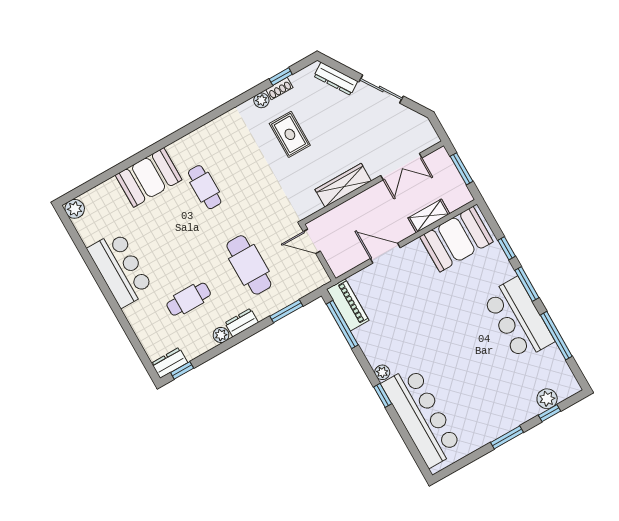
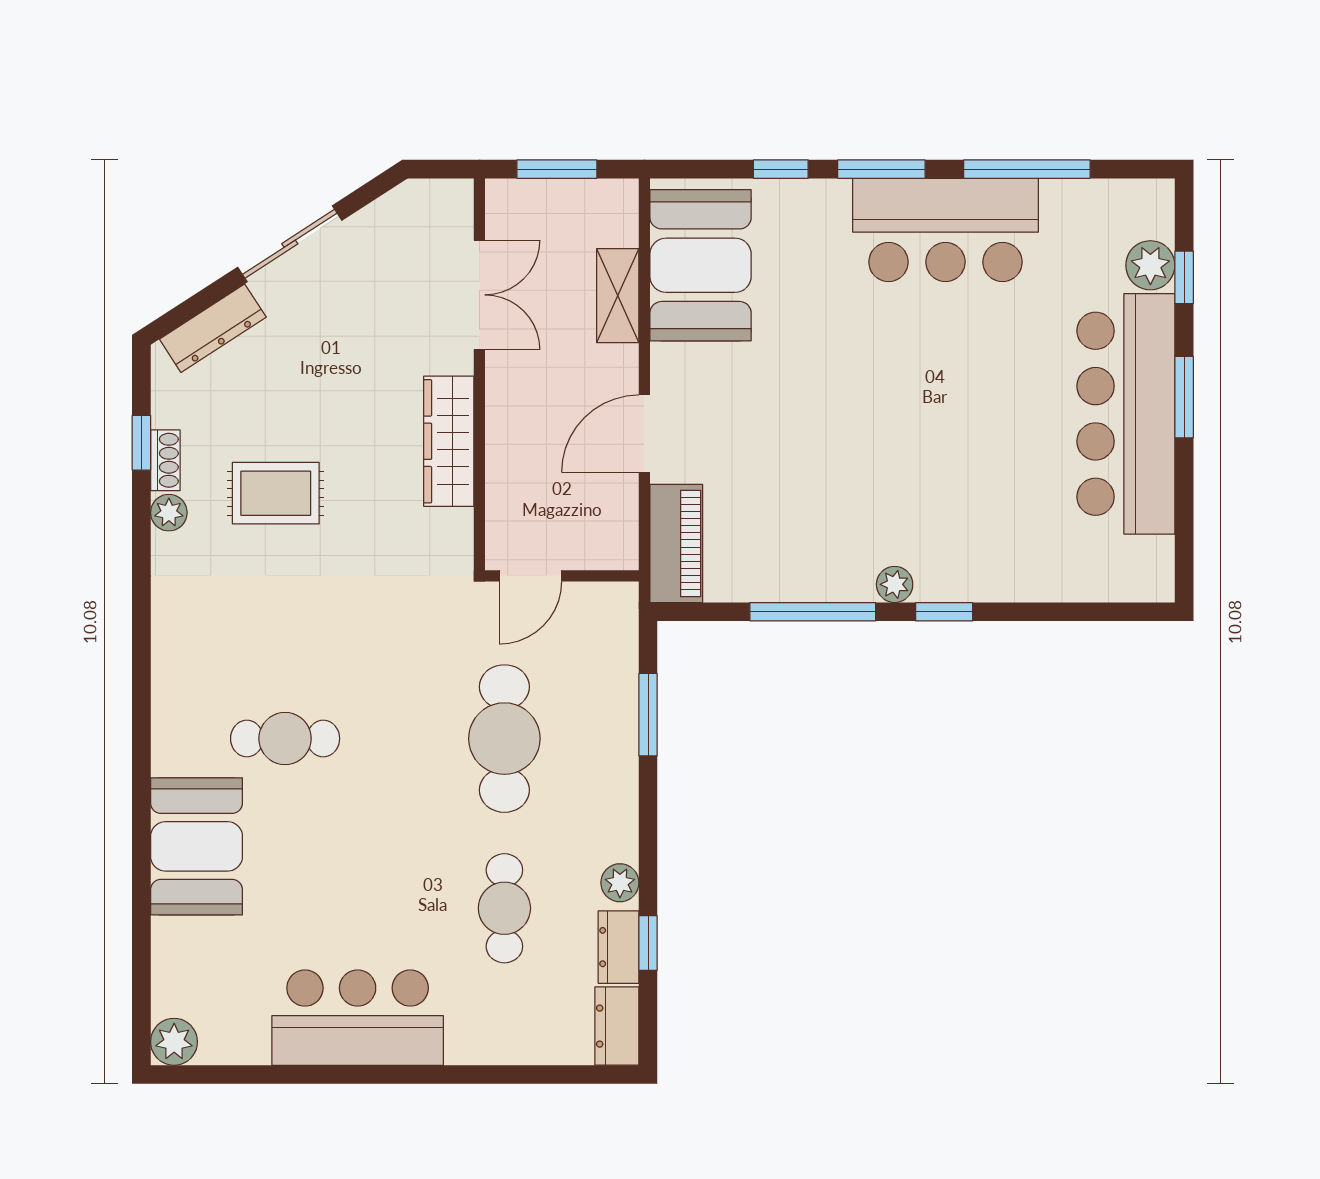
cafe table: (249, 265) -> (504, 739), turned 90
piano: (348, 305) -> (676, 543), moved, turned 90
dresser: (242, 323) -> (619, 947), moved
window: (342, 325) -> (813, 612), moved
window: (182, 370) -> (648, 943), moved
bar counter: (422, 417) -> (1126, 414), moved, turned -90

